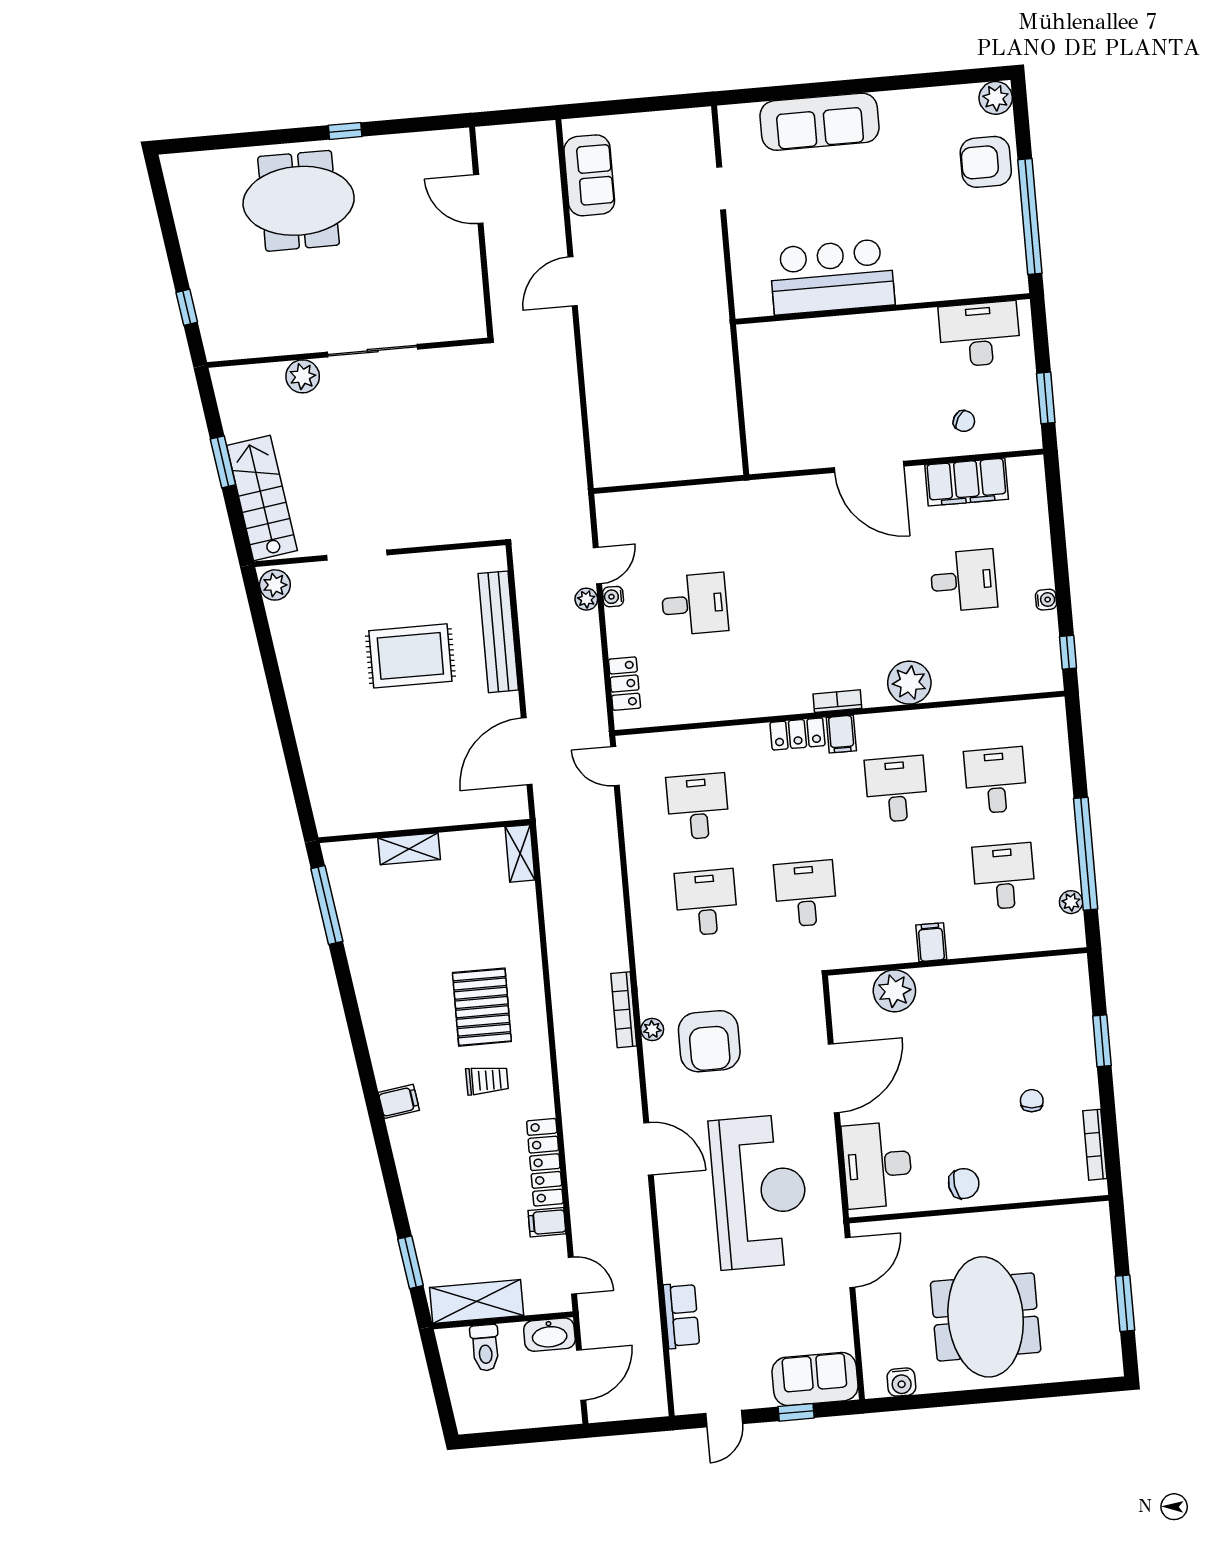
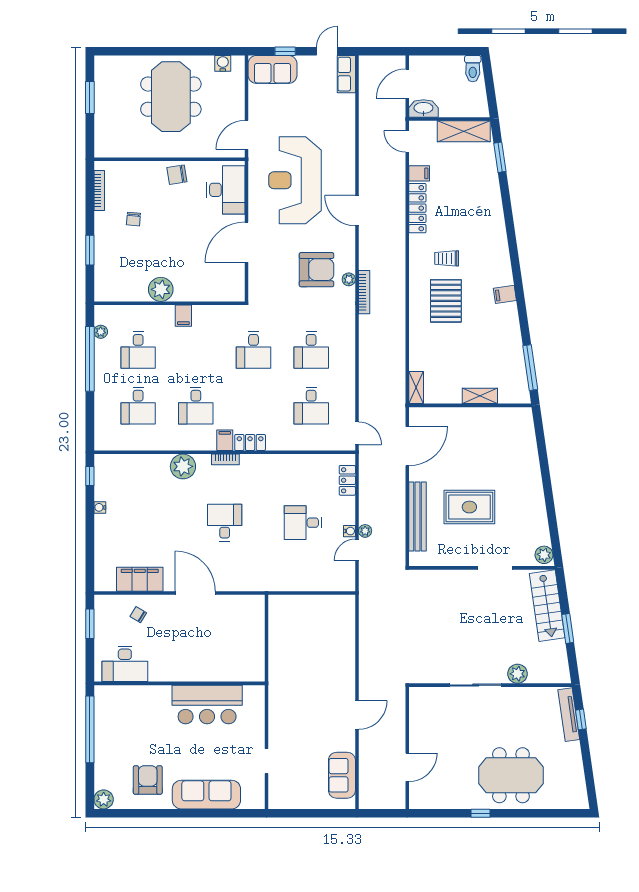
armchair: (986, 162) -> (148, 780), moved, turned -90
door: (478, 199) -> (407, 767), hinge flipped
tv unit: (208, 314) -> (569, 715), added
desk: (964, 580) -> (225, 523), moved, turned 90
plant: (894, 991) -> (161, 289), moved
armchair: (709, 1041) -> (316, 270), turned 90
filing cabinet: (399, 1101) -> (505, 294), moved
row of seats: (681, 1316) -> (346, 74), moved
toilet: (485, 1348) -> (473, 69), moved, turned 180

